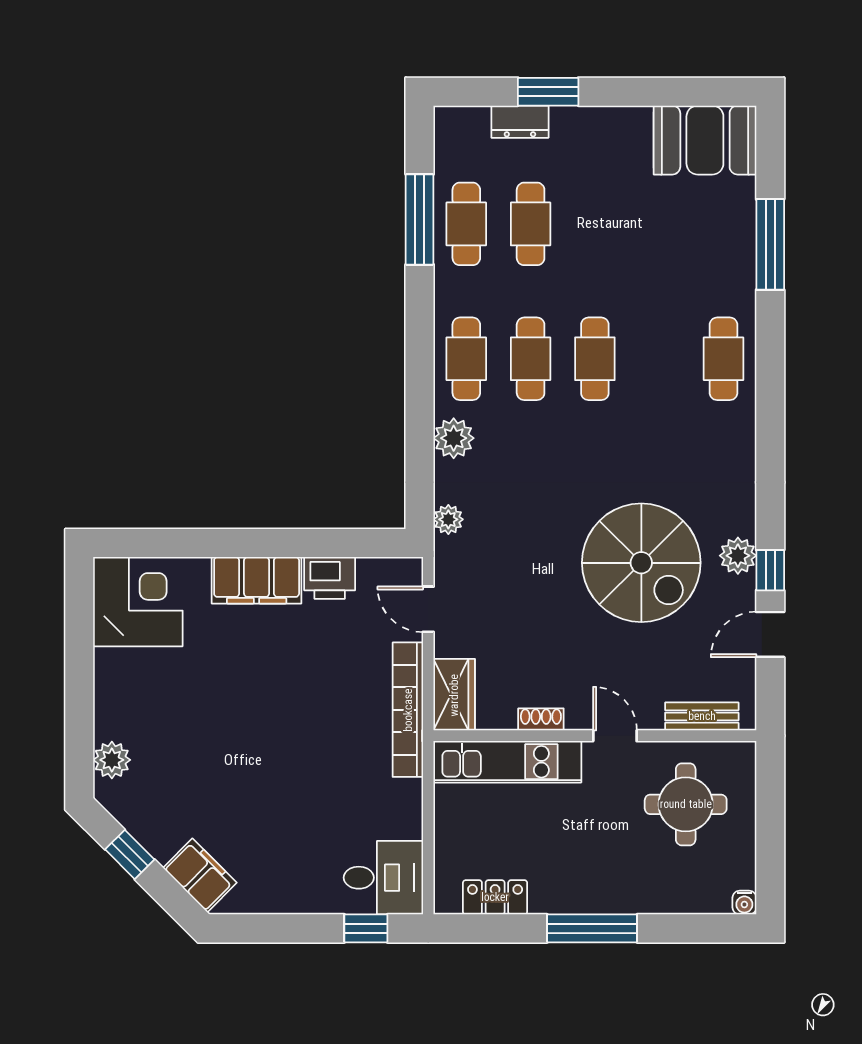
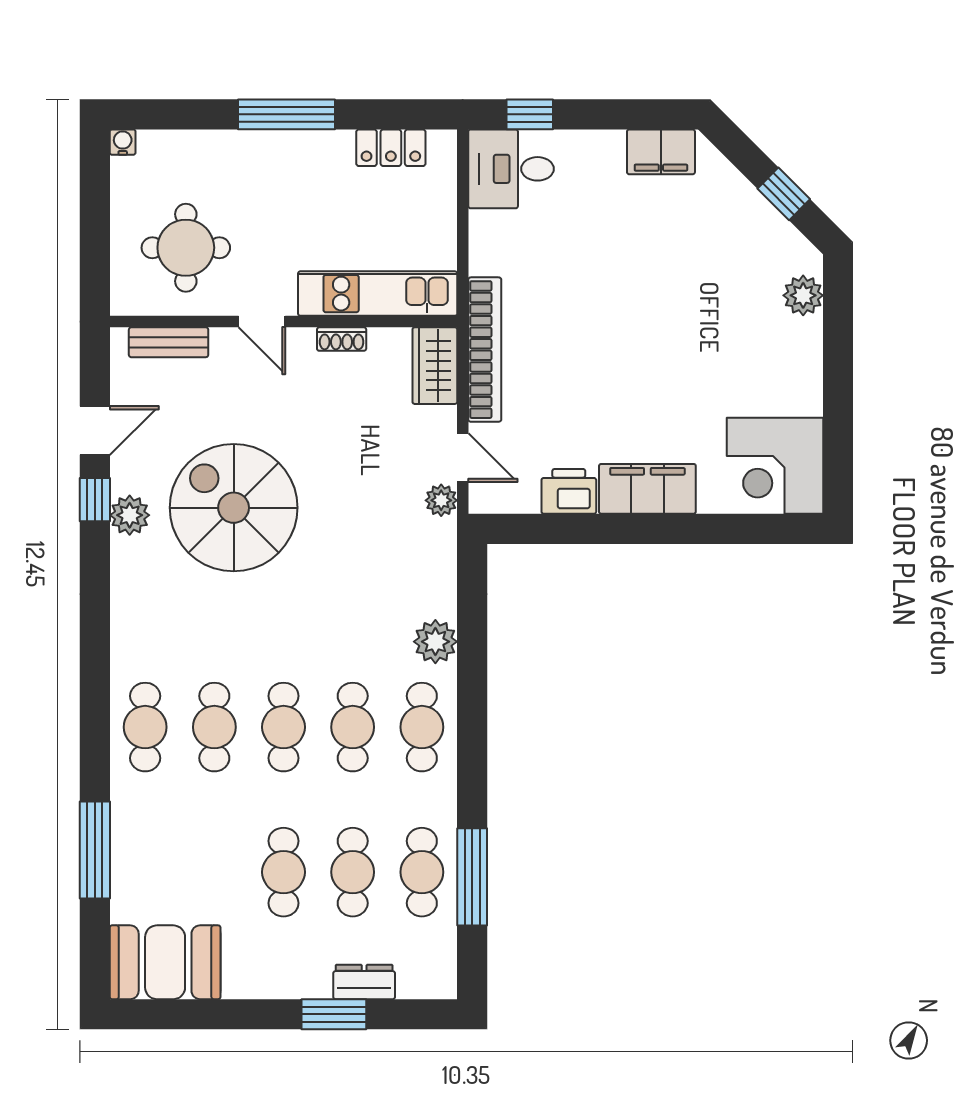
cafe table: (595, 224) -> (283, 872), added
cafe table: (659, 359) -> (214, 727), added
plant: (448, 519) -> (441, 500), moved
filing cabinet: (200, 875) -> (661, 152), moved, turned -45

